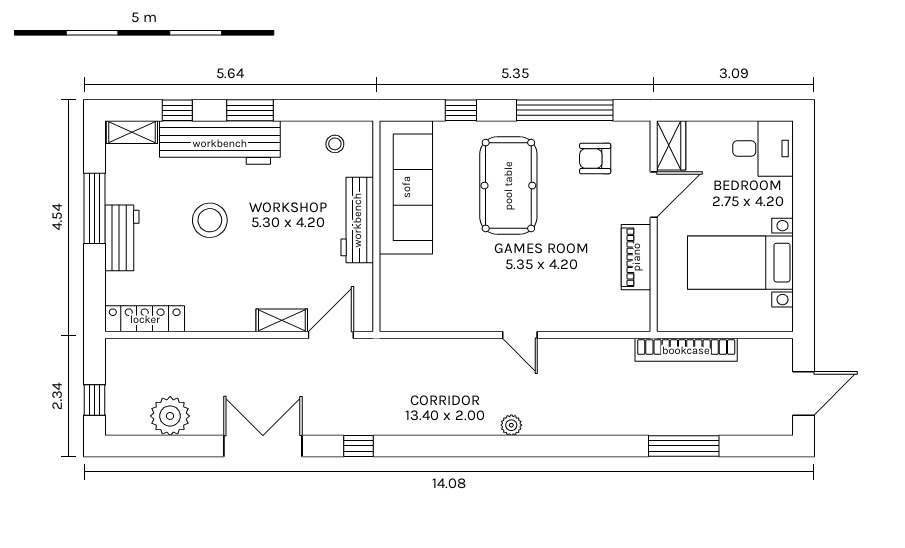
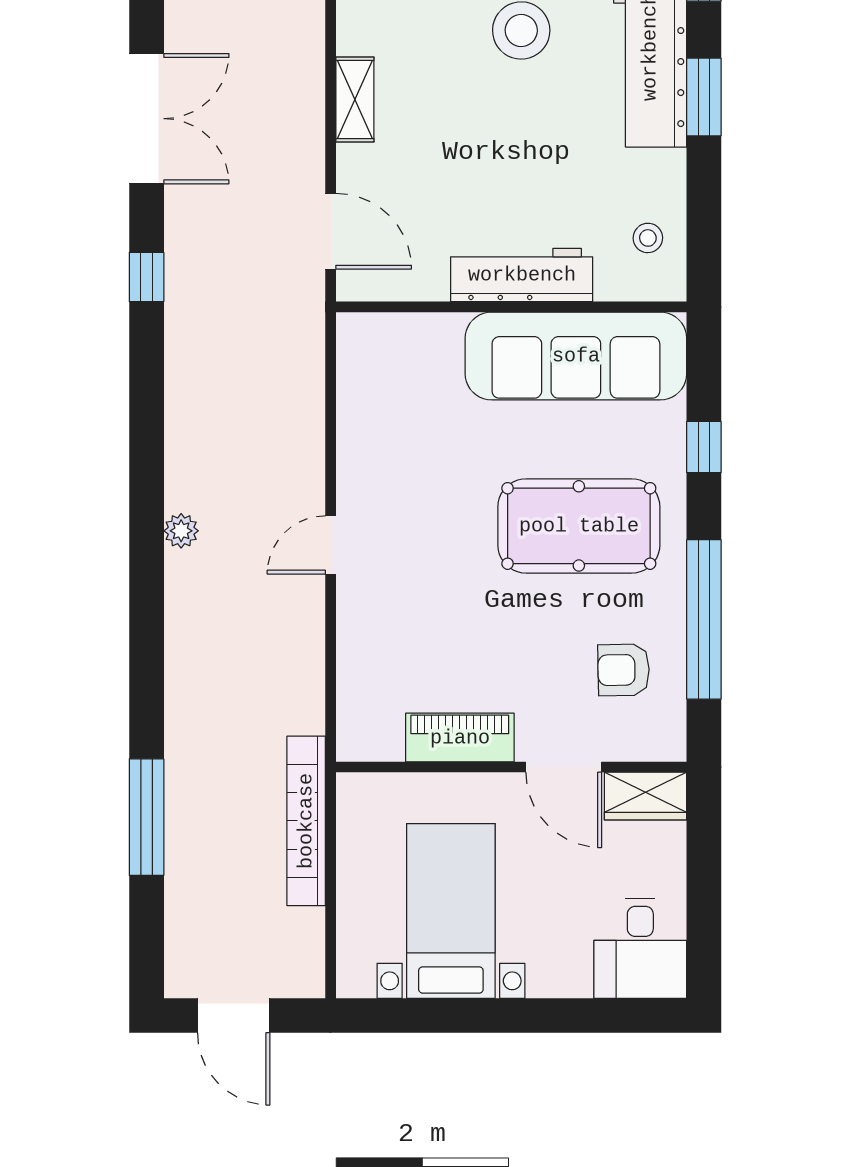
armchair: (595, 159) -> (624, 670), turned -91
shelving: (282, 320) -> (355, 99), moved

